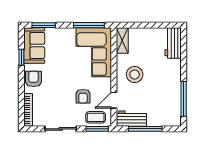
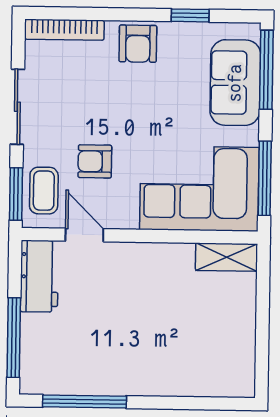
window: (44, 25) -> (266, 70), width x1.44
workbench: (173, 43) -> (219, 379), removed
sofa: (34, 46) -> (235, 83), moved, turned 90
stool: (135, 74) -> (145, 285), removed
armchair: (33, 79) -> (138, 44), turned 90
window: (145, 129) -> (14, 338), moved

